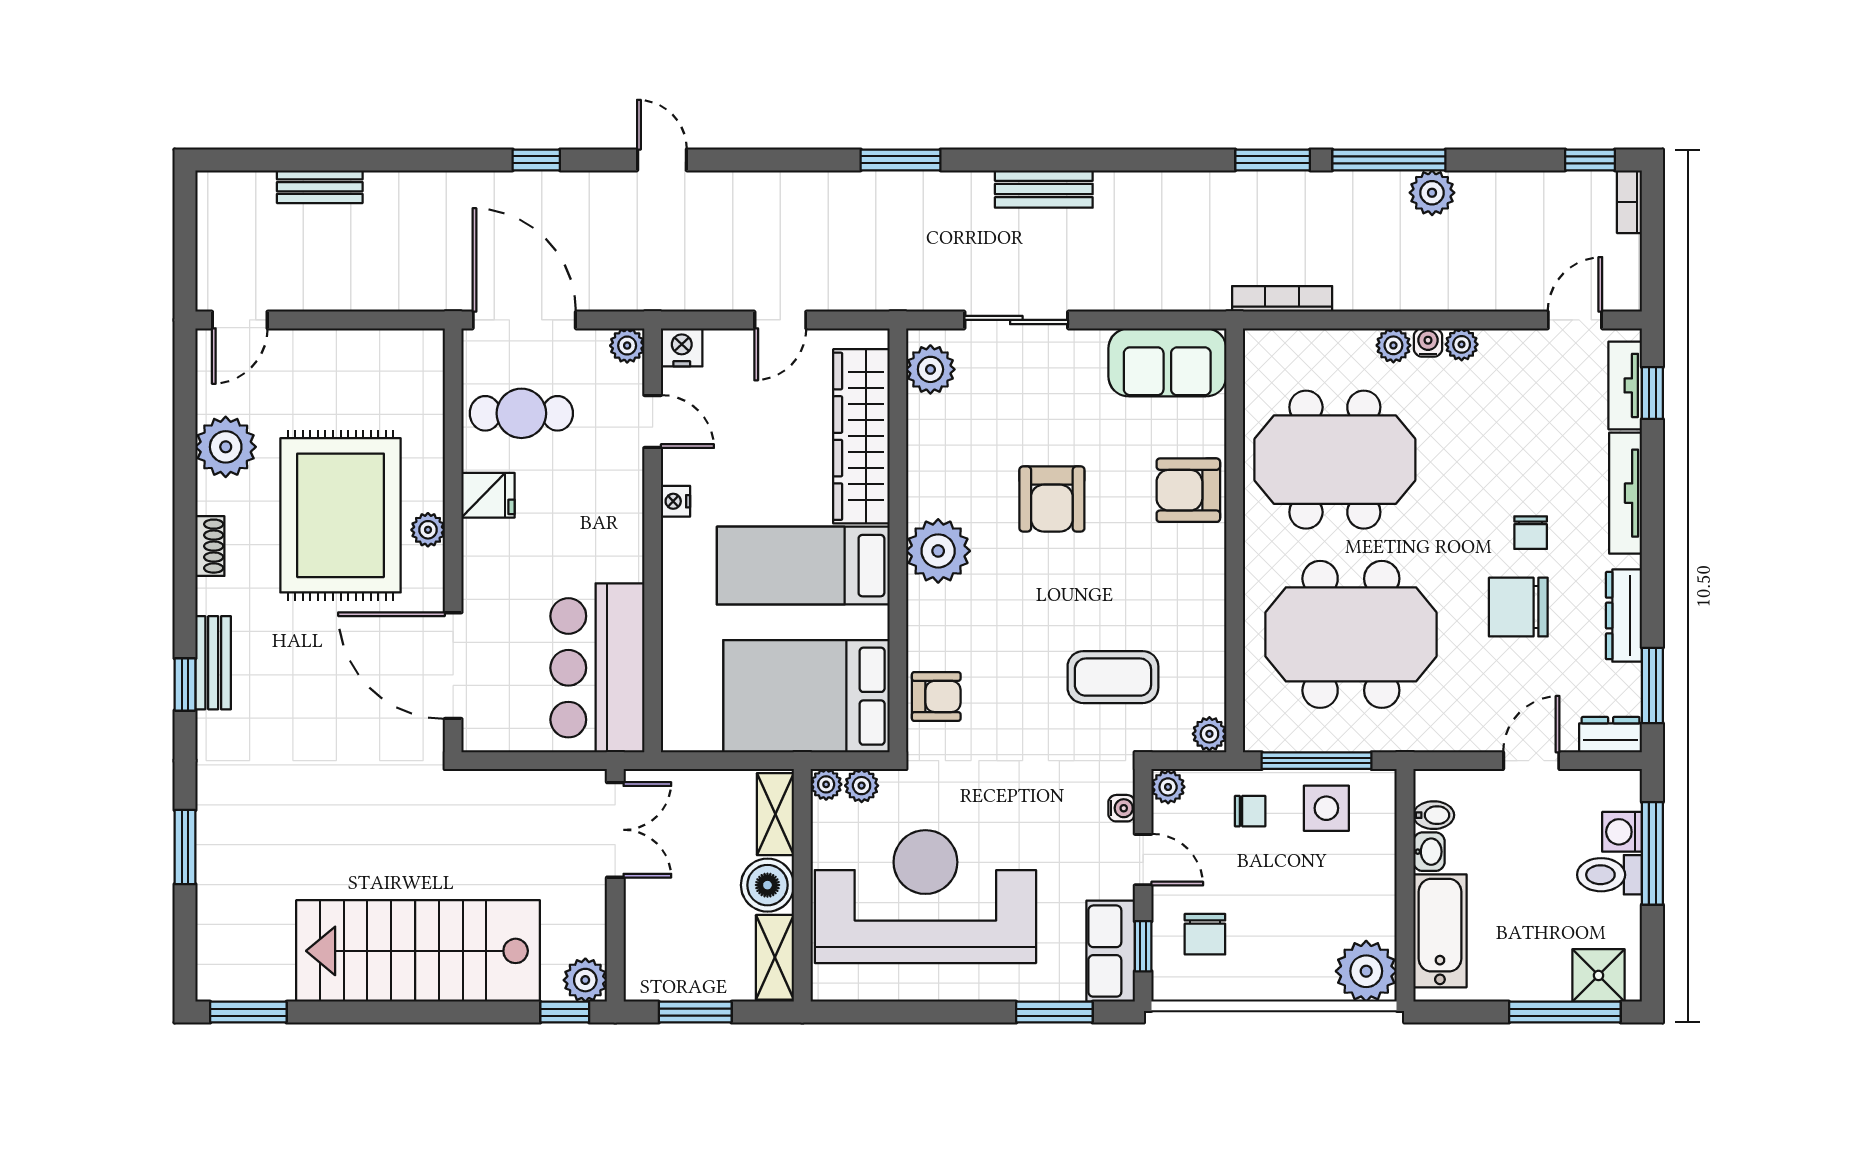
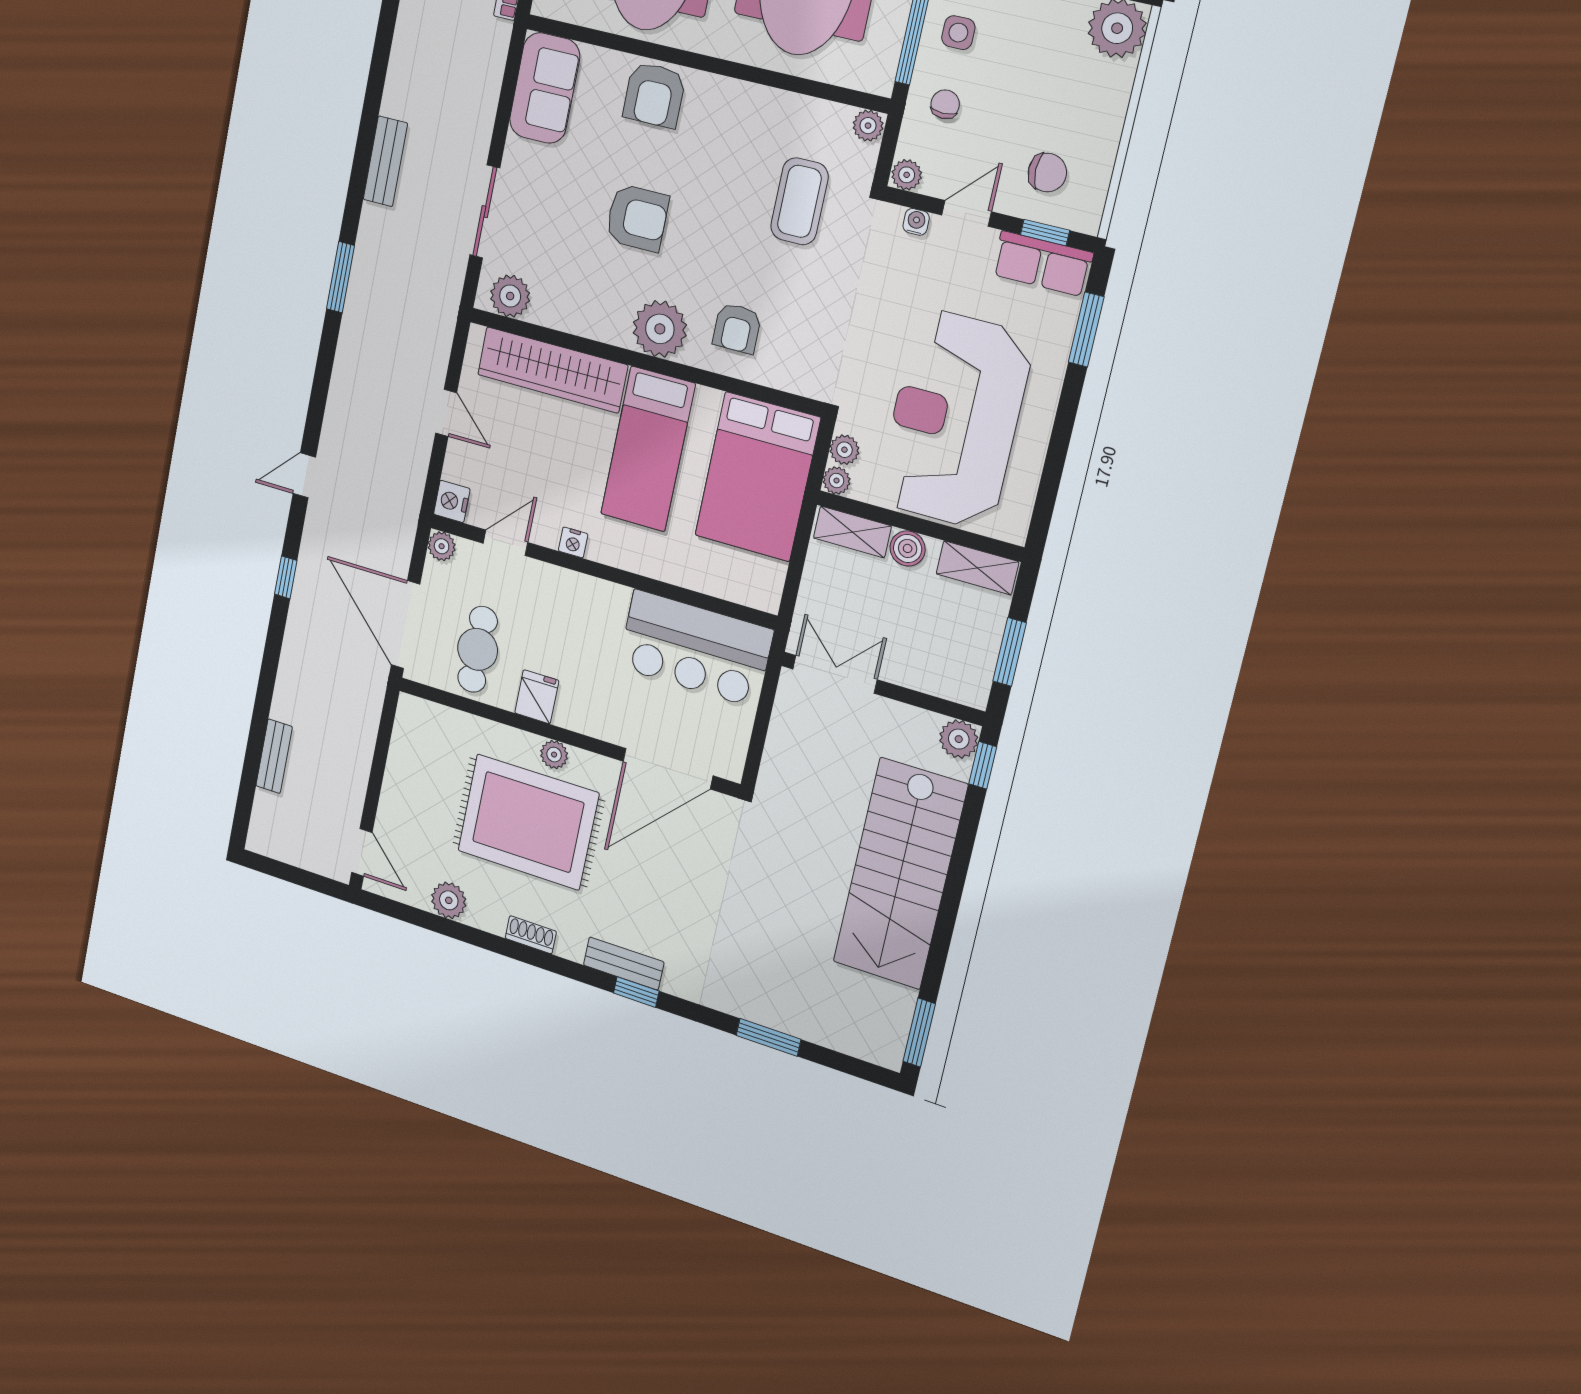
door: (524, 320) -> (406, 625), hinge flipped
plant: (226, 447) -> (449, 900), width x0.73, depth x0.73
armchair: (936, 696) -> (737, 328), moved, turned 180
side table: (1326, 808) -> (958, 33), width x0.73, depth x0.73
boiler: (767, 885) -> (908, 548), width x0.73, depth x0.73

